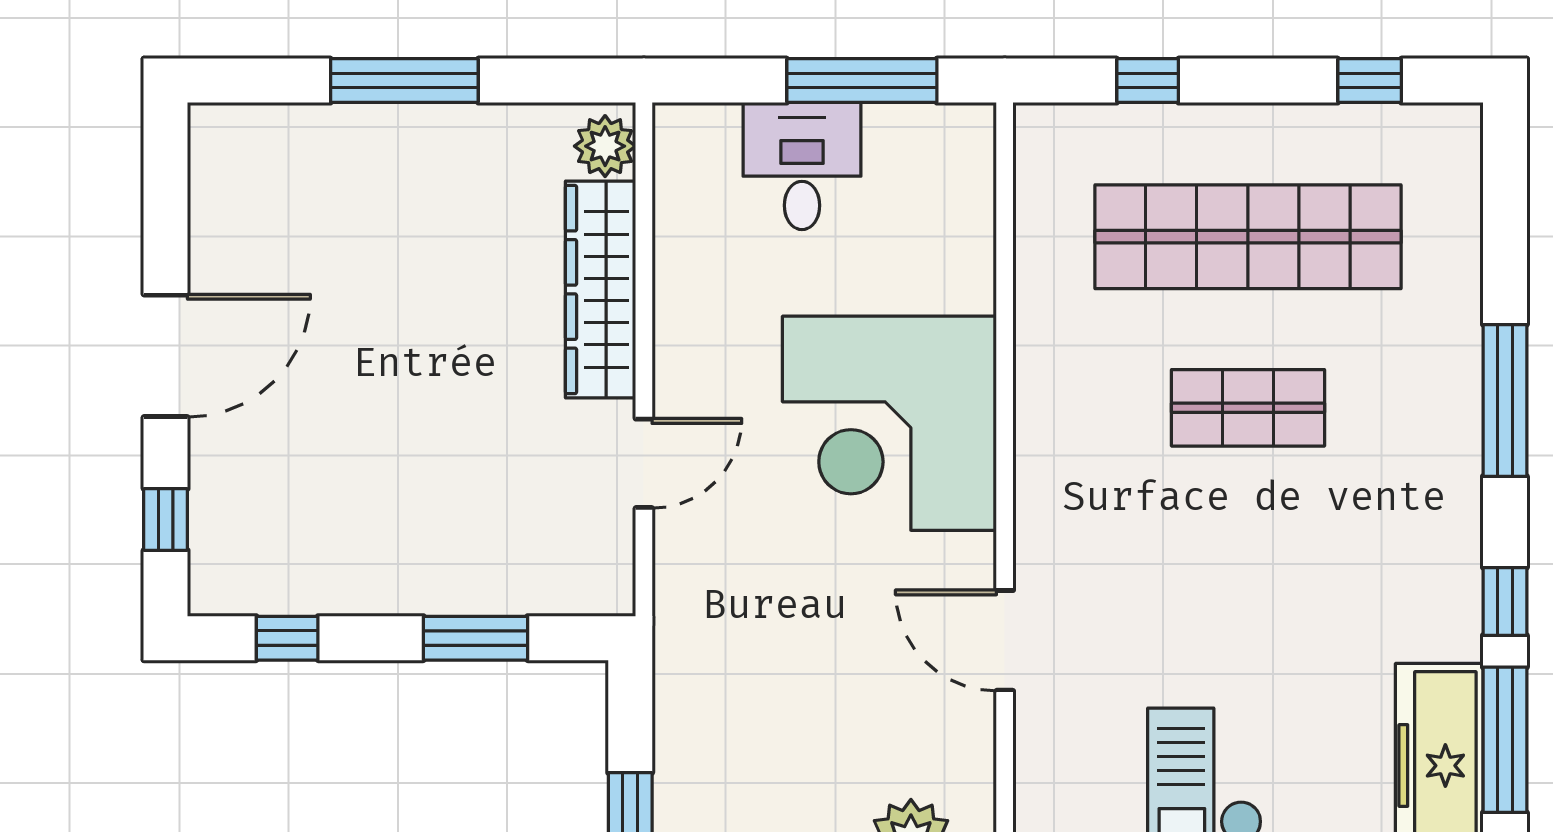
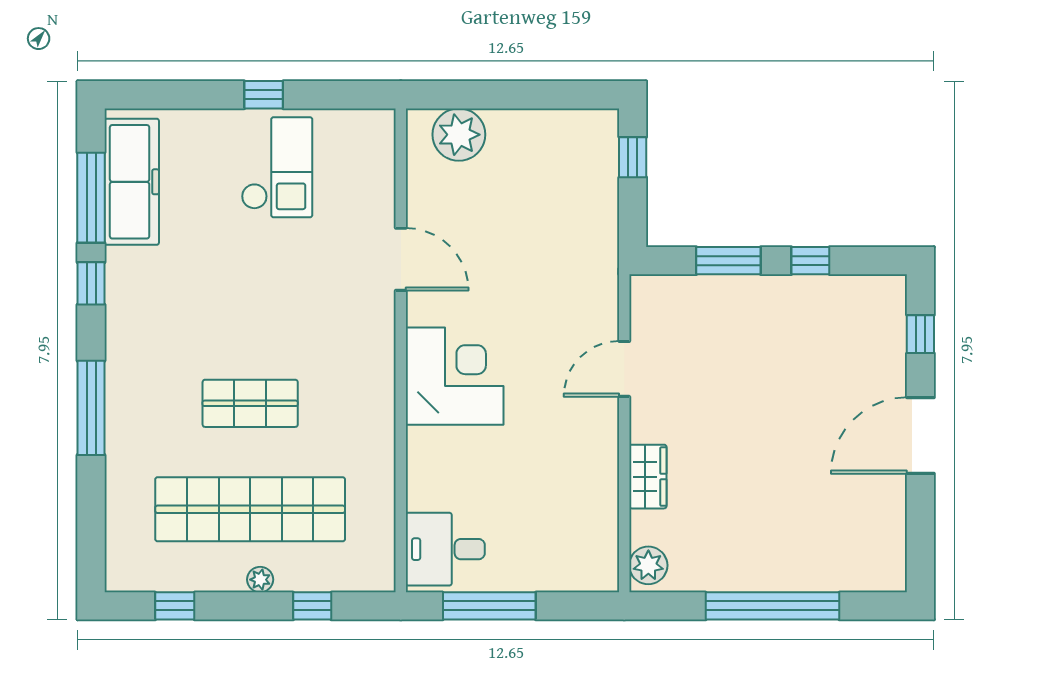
window: (404, 81) -> (773, 606), width x1.46
plant: (1232, 123) -> (260, 580), added
desk: (802, 166) -> (445, 549), moved, turned 90
wardrobe: (601, 290) -> (648, 477), width x0.48, depth x0.85
corner desk: (889, 423) -> (455, 376), width x0.74, depth x0.74
window: (287, 638) -> (810, 261), moved

